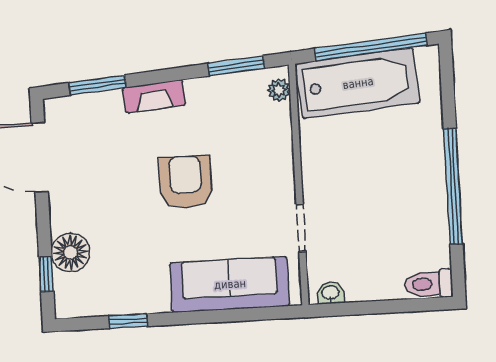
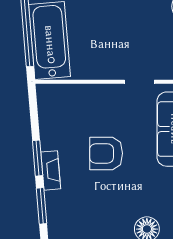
window: (236, 66) -> (38, 158), moved
plant: (279, 90) -> (51, 91), removed

